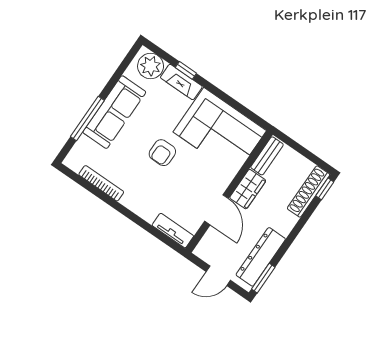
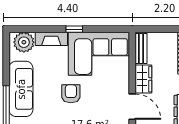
window: (186, 70) -> (74, 29), moved
armchair: (162, 153) -> (71, 94), turned 180

